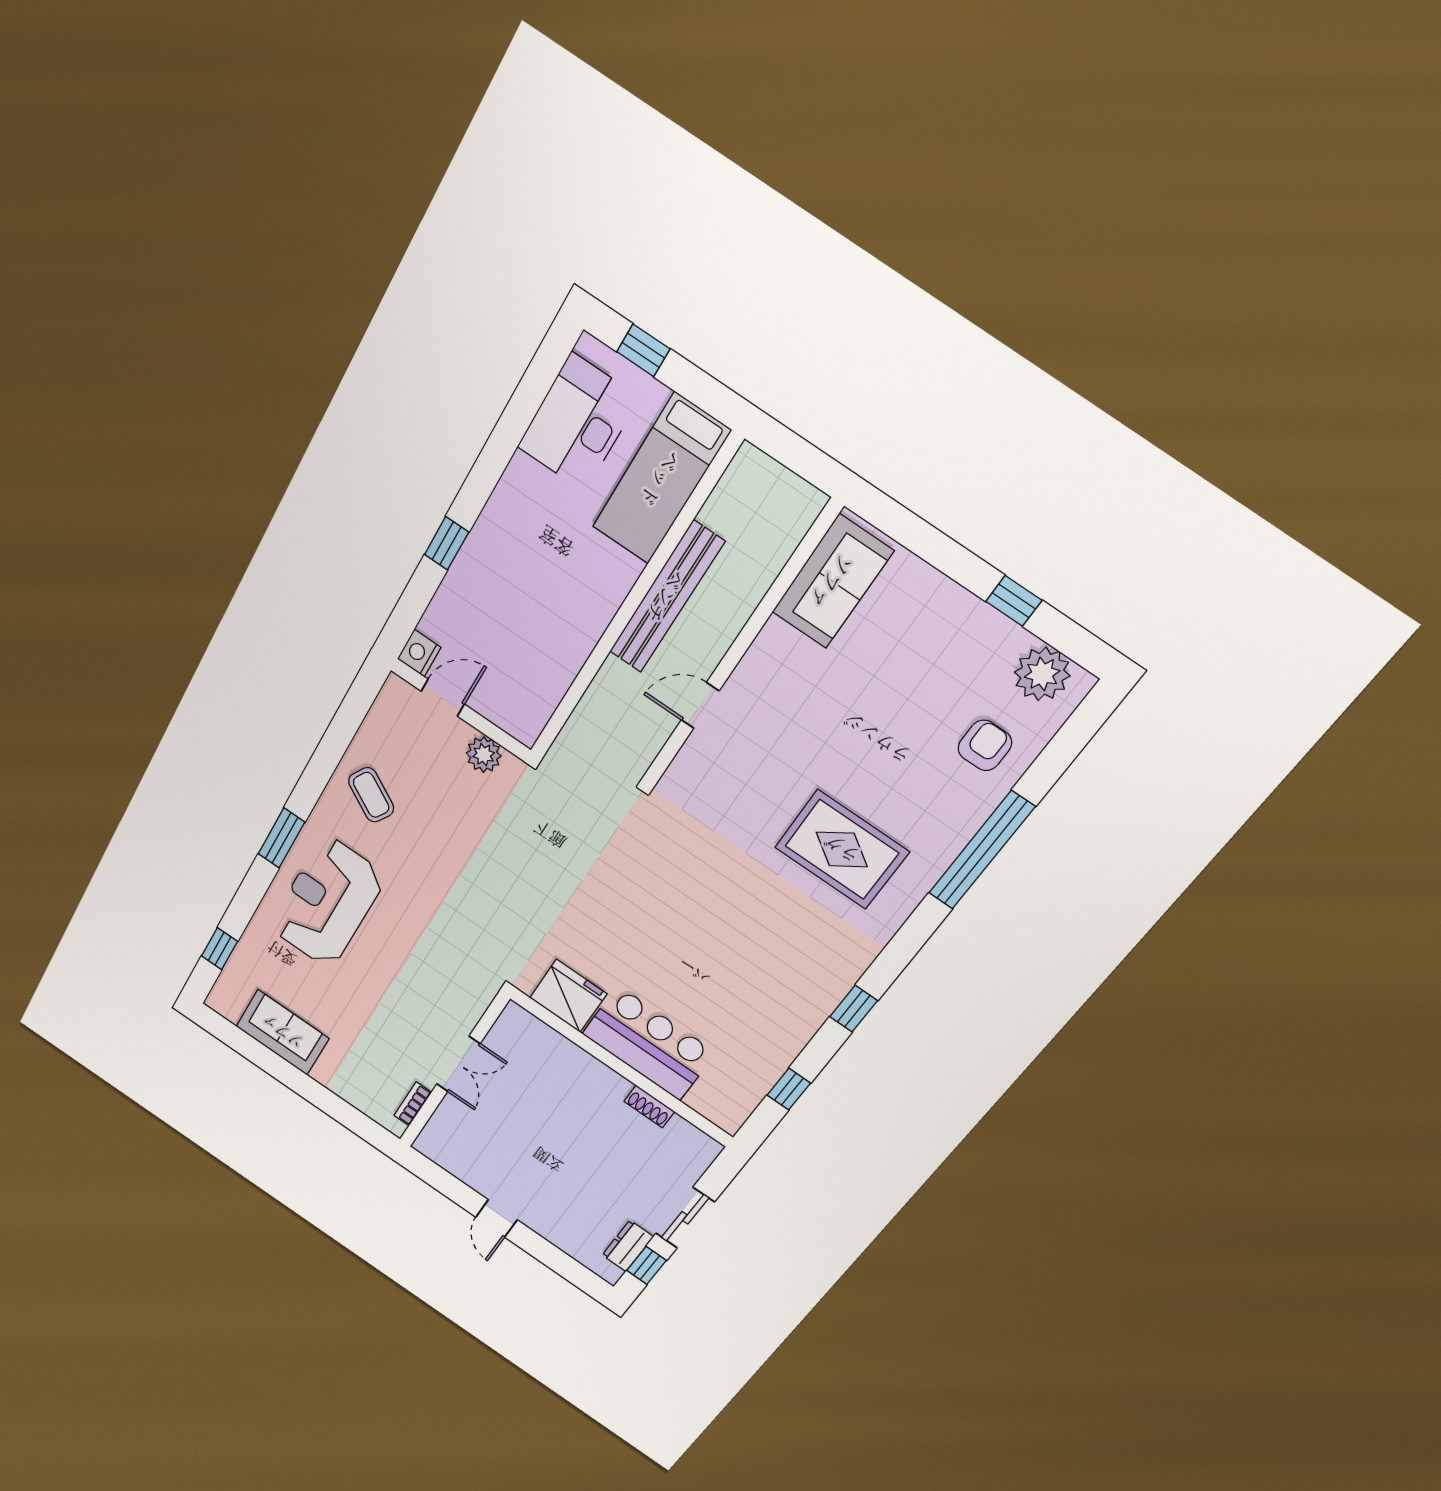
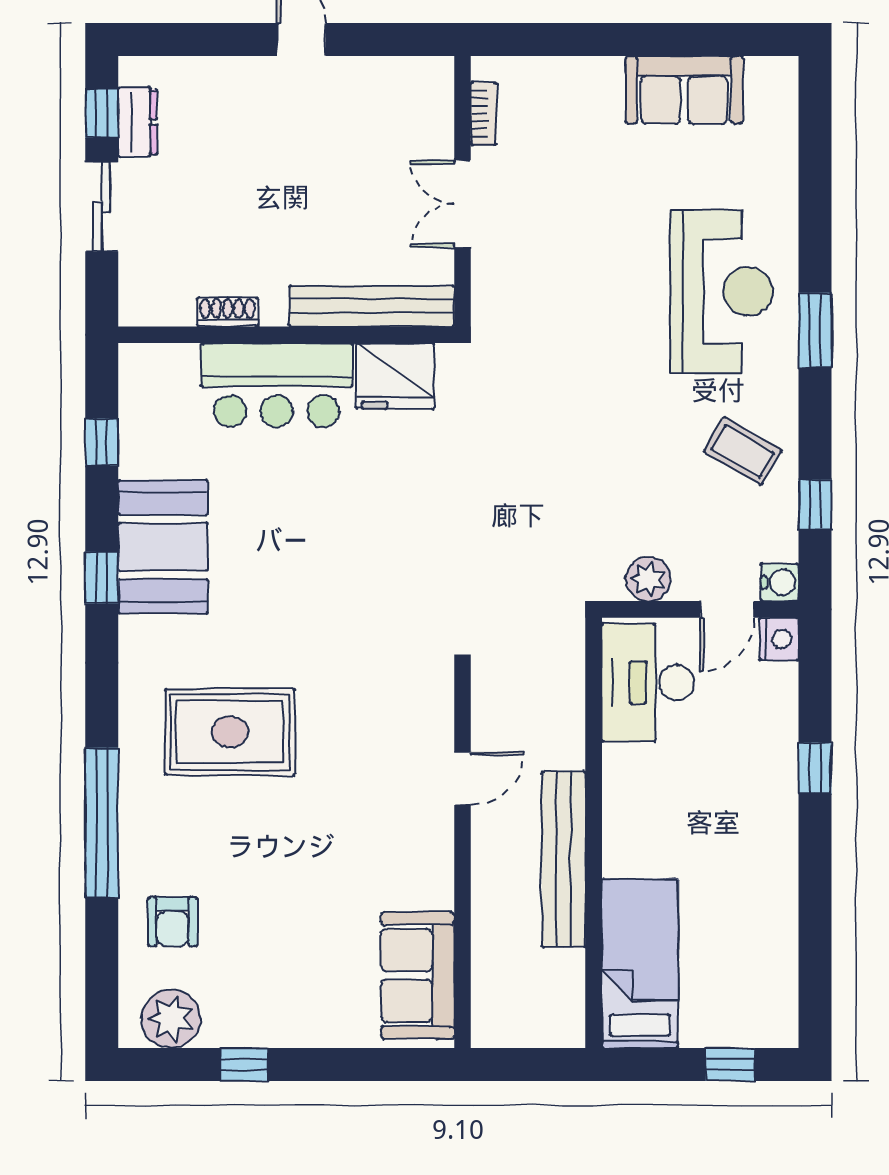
desk: (578, 423) -> (648, 682), moved, turned 180
water cooler: (396, 692) -> (780, 582), added
window: (220, 949) -> (815, 504), moved
booth: (797, 999) -> (163, 547), added
bench: (555, 1046) -> (372, 306), added

